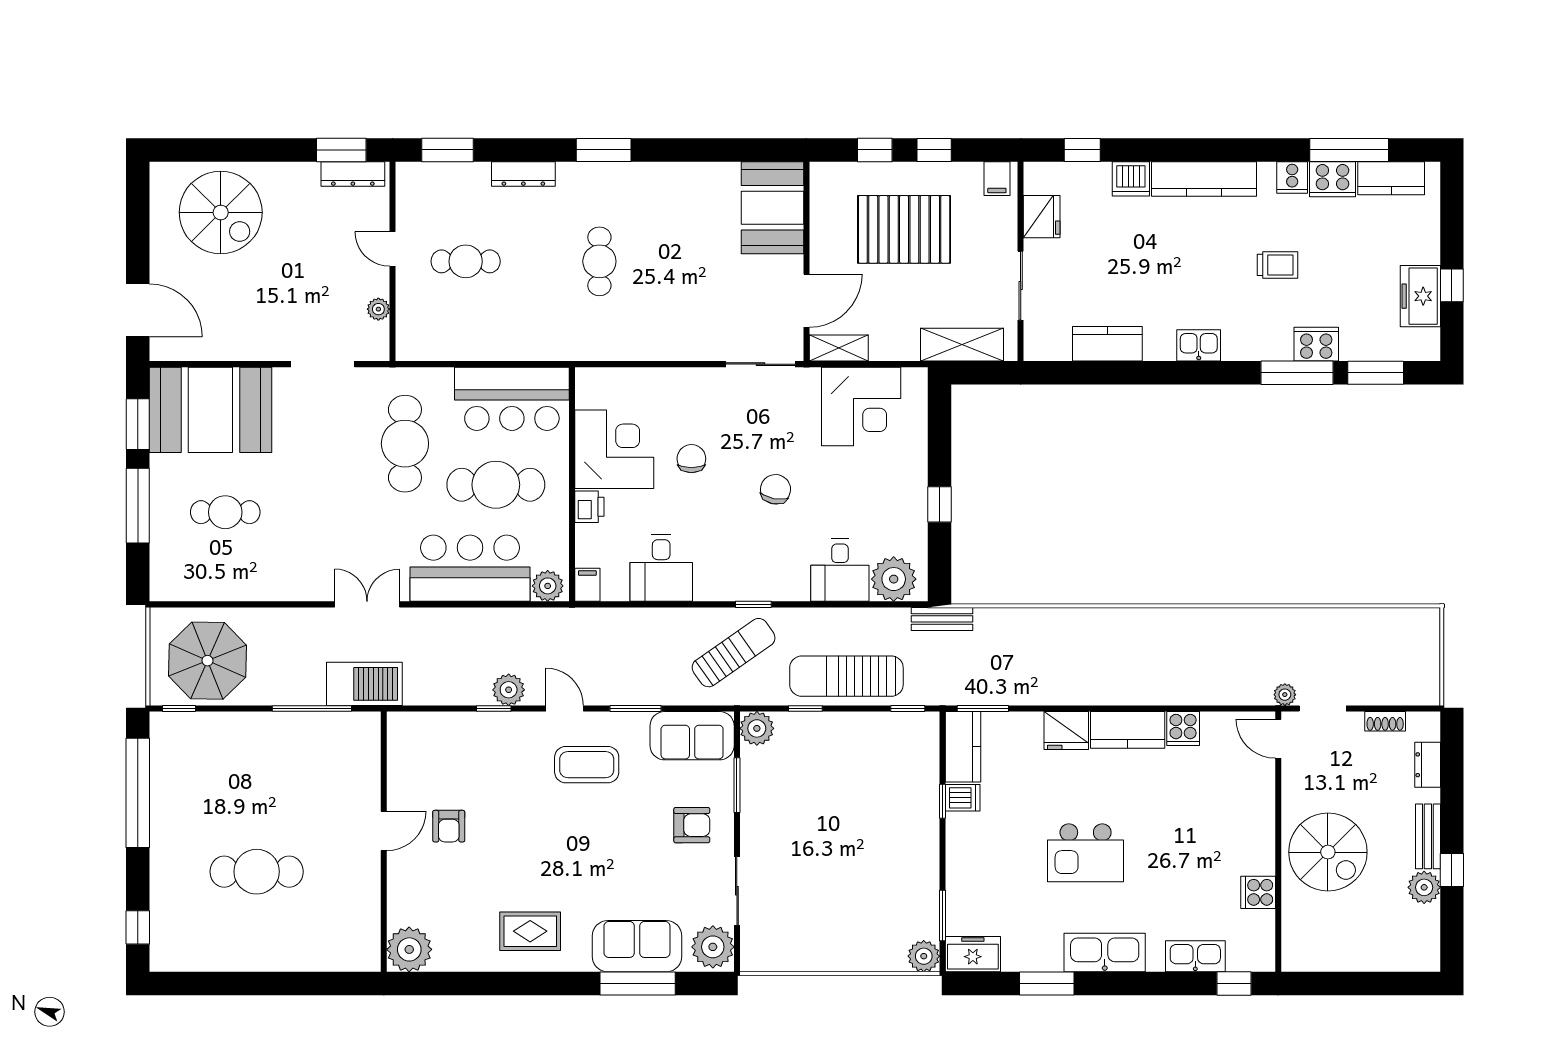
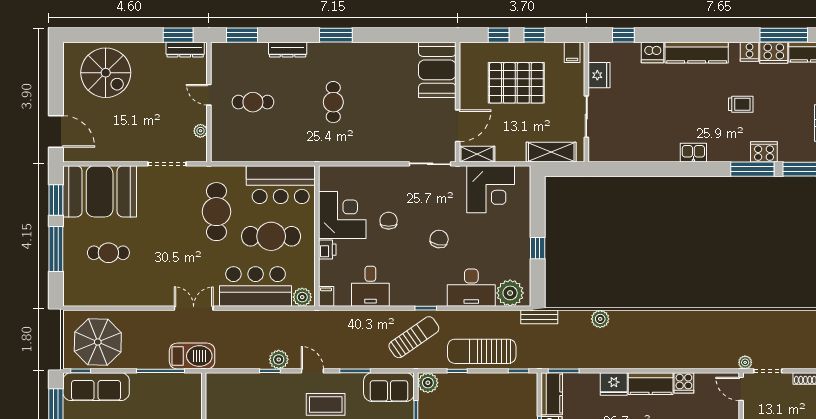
kitchen counter: (1107, 344) -> (638, 152), removed
desk: (840, 570) -> (471, 288), width x1.37
plant: (1044, 622) -> (600, 319), added
sofa: (205, 735) -> (96, 387), added

